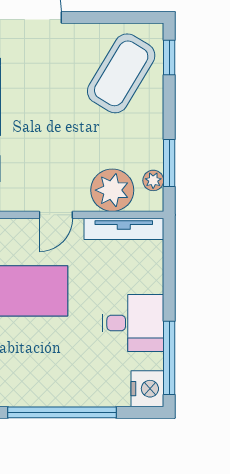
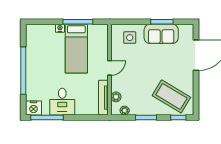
window: (169, 163) -> (146, 117), moved
plant: (112, 190) -> (116, 97), width x0.53, depth x0.53
door: (56, 215) -> (110, 68), swing flipped

